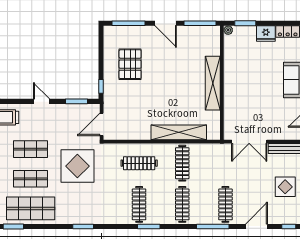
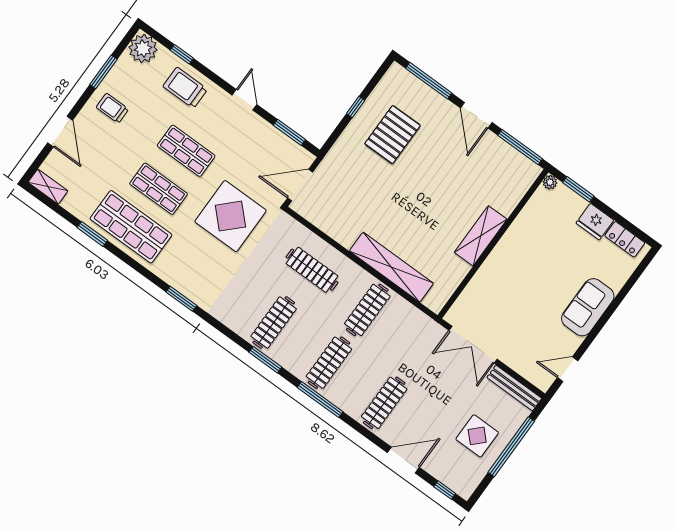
shelving: (213, 83) -> (481, 236), width x0.68
window: (101, 86) -> (356, 107), moved
window: (213, 227) -> (320, 400), moved

